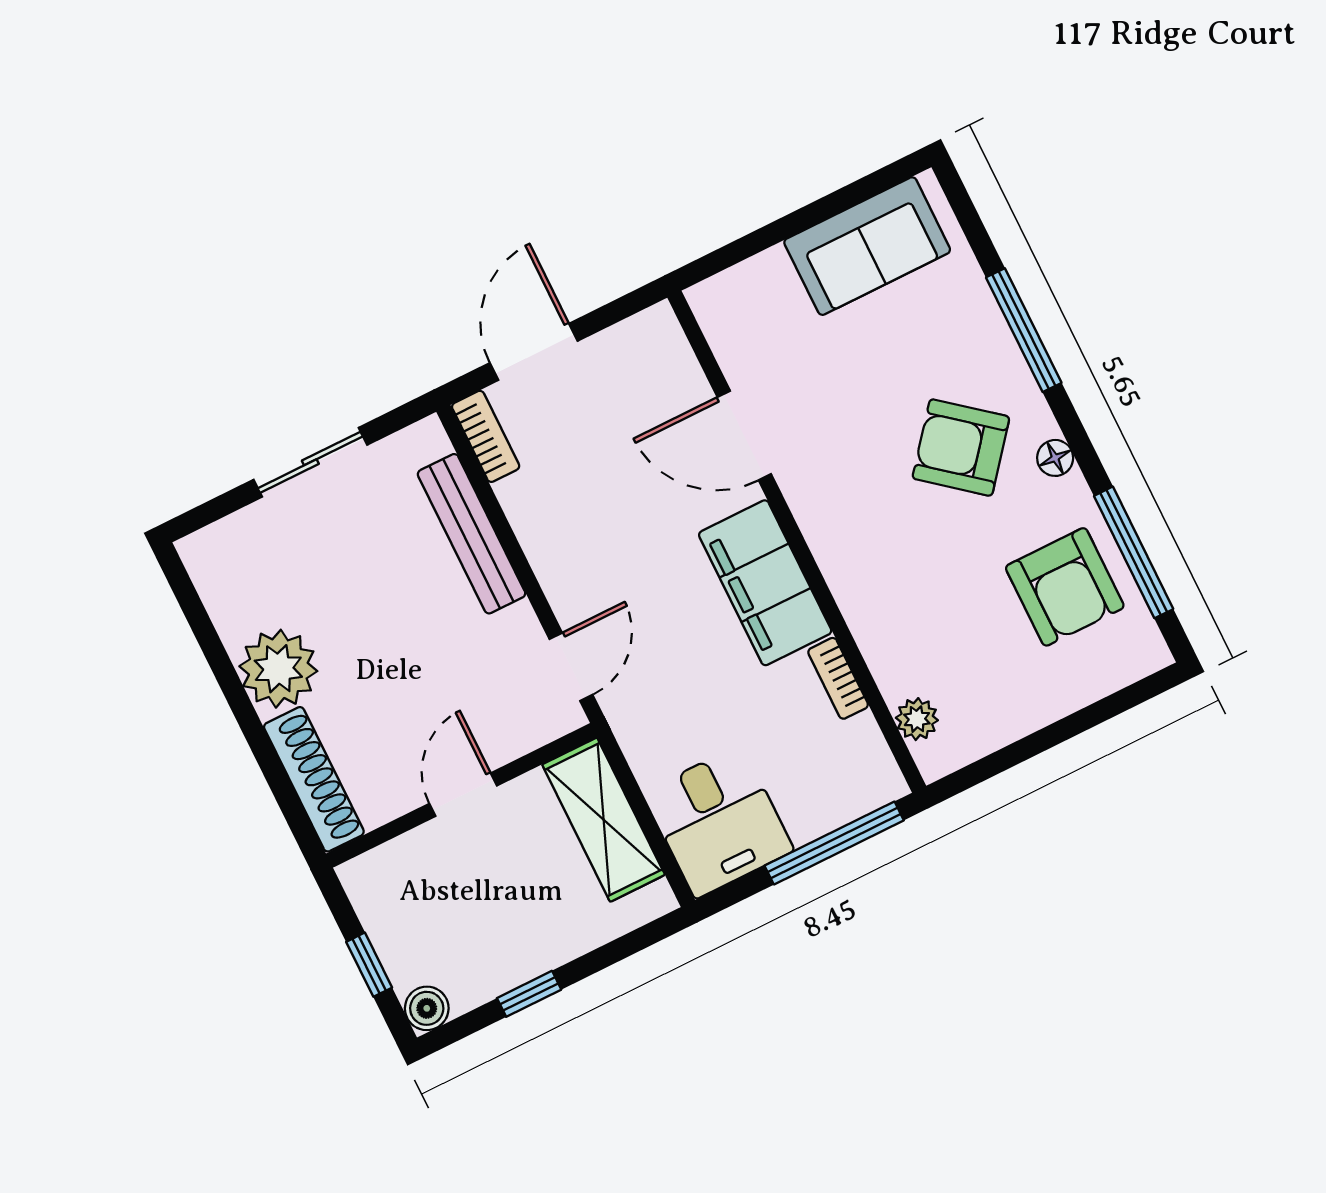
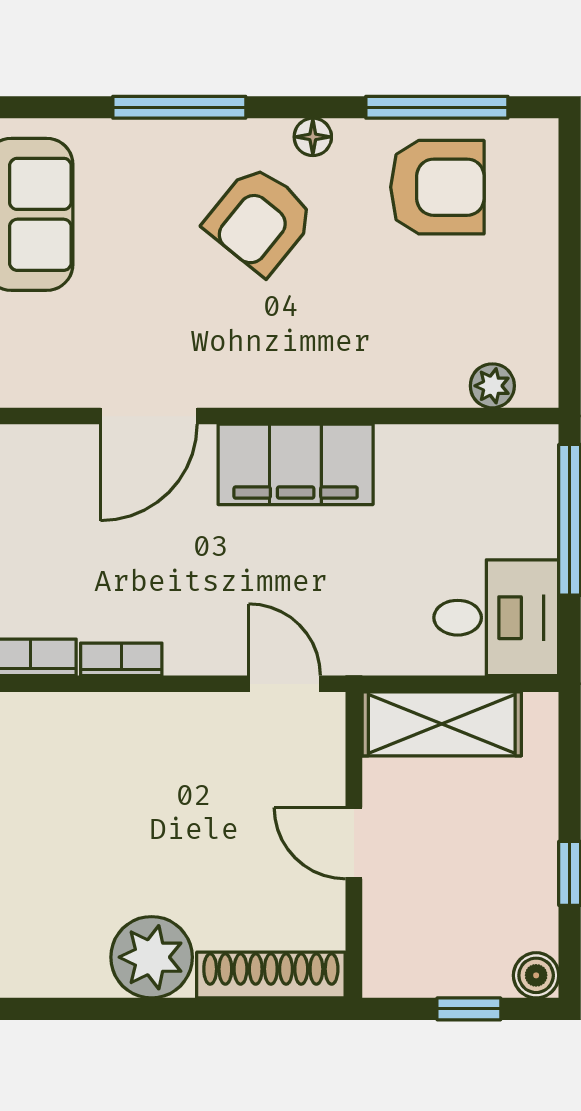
bench: (472, 534) -> (115, 715), removed
bookcase: (838, 678) -> (121, 659), moved, turned 180

